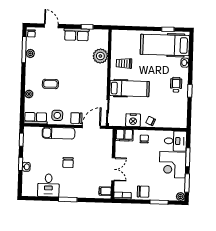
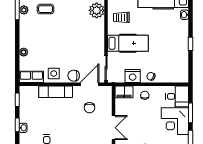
coffee table: (50, 84) -> (46, 9), moved
wheelchair: (176, 85) -> (176, 38), removed
chair: (68, 163) -> (89, 108), moved

